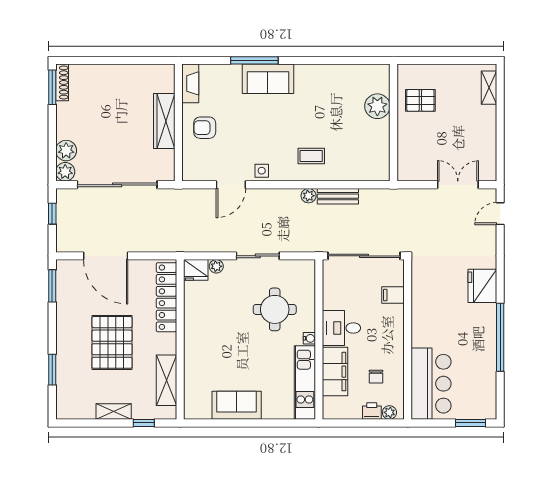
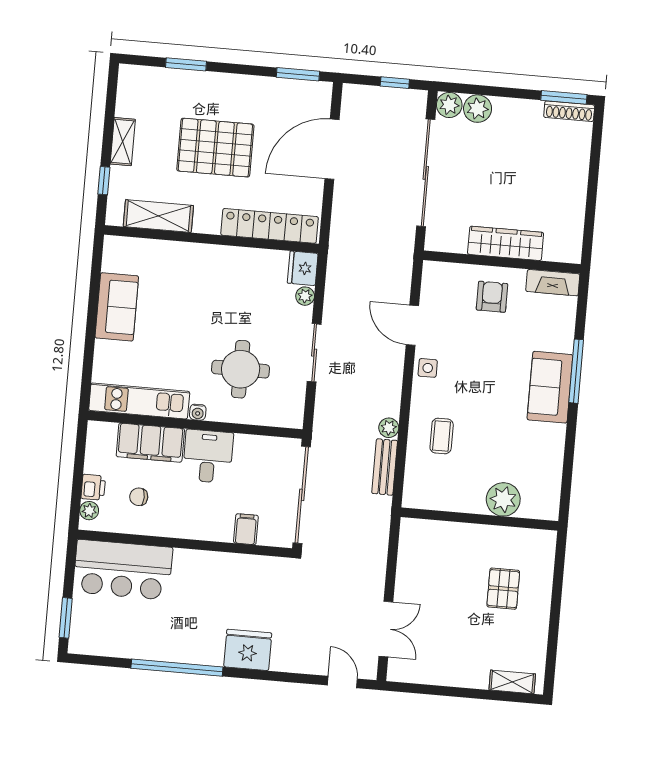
plant: (377, 106) -> (503, 499), moved
wall: (393, 123) -> (479, 519), moved

